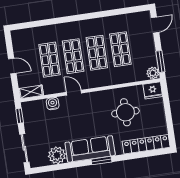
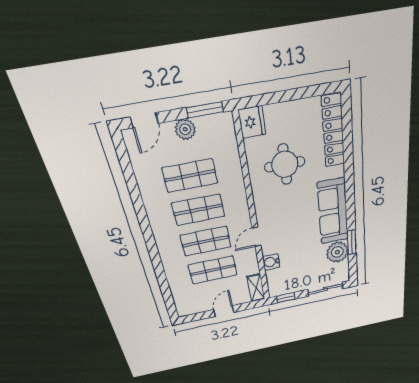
door: (155, 25) -> (144, 120), swing flipped
plant: (153, 73) -> (185, 129), moved
window: (101, 161) -> (352, 242), moved

